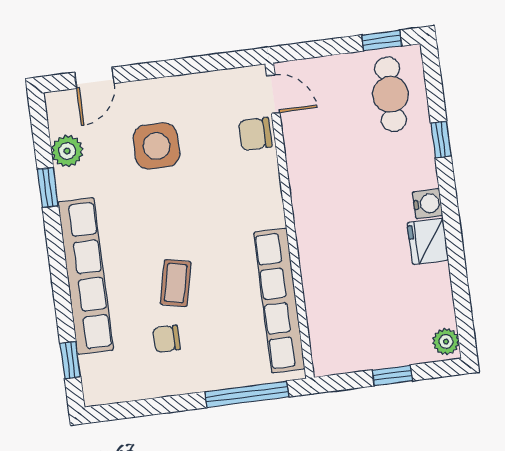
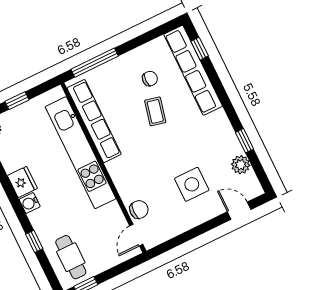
door: (94, 78) -> (239, 211), hinge flipped
door: (273, 94) -> (136, 235), hinge flipped
kitchen unit: (318, 257) -> (81, 153), added
row of seats: (86, 276) -> (193, 70), moved

